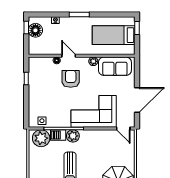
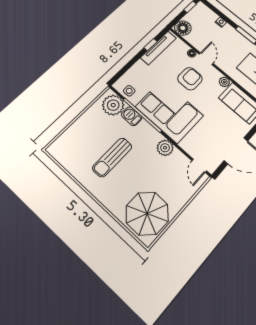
floor lamp: (35, 30) -> (183, 28), moved
tv unit: (33, 76) -> (158, 48), added
corner sofa: (94, 111) -> (169, 111), moved
plant: (73, 136) -> (165, 148), moved

